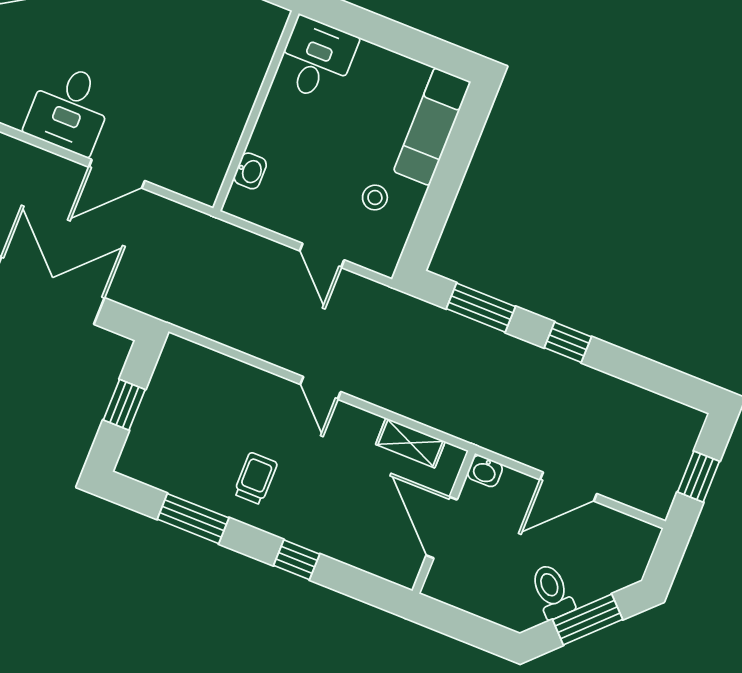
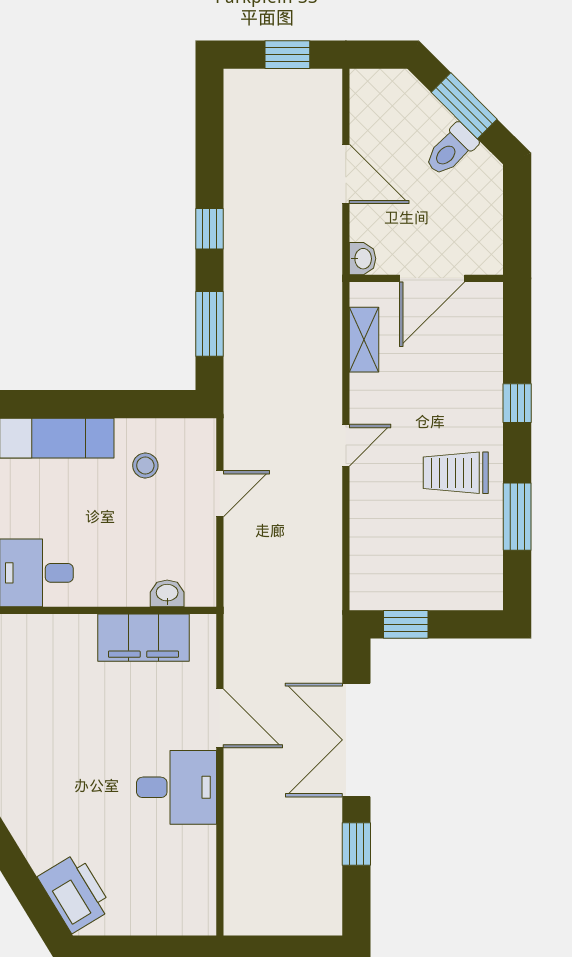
filing cabinet: (218, 133) -> (143, 638), added
window: (124, 405) -> (406, 624), moved
trolley: (255, 478) -> (456, 473), width x1.36, depth x1.39

